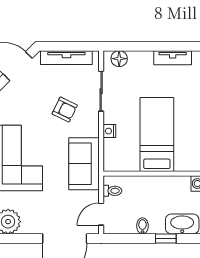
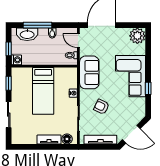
tv unit: (173, 58) -> (49, 140), moved
door: (101, 214) -> (78, 41), swing flipped
window: (166, 238) -> (37, 25), width x2.17

